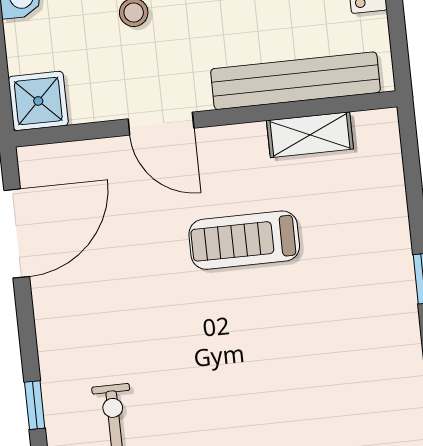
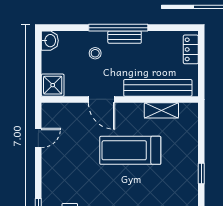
door: (17, 233) -> (38, 138), width x0.53
treadmill: (244, 240) -> (130, 150), width x1.37, depth x1.38

